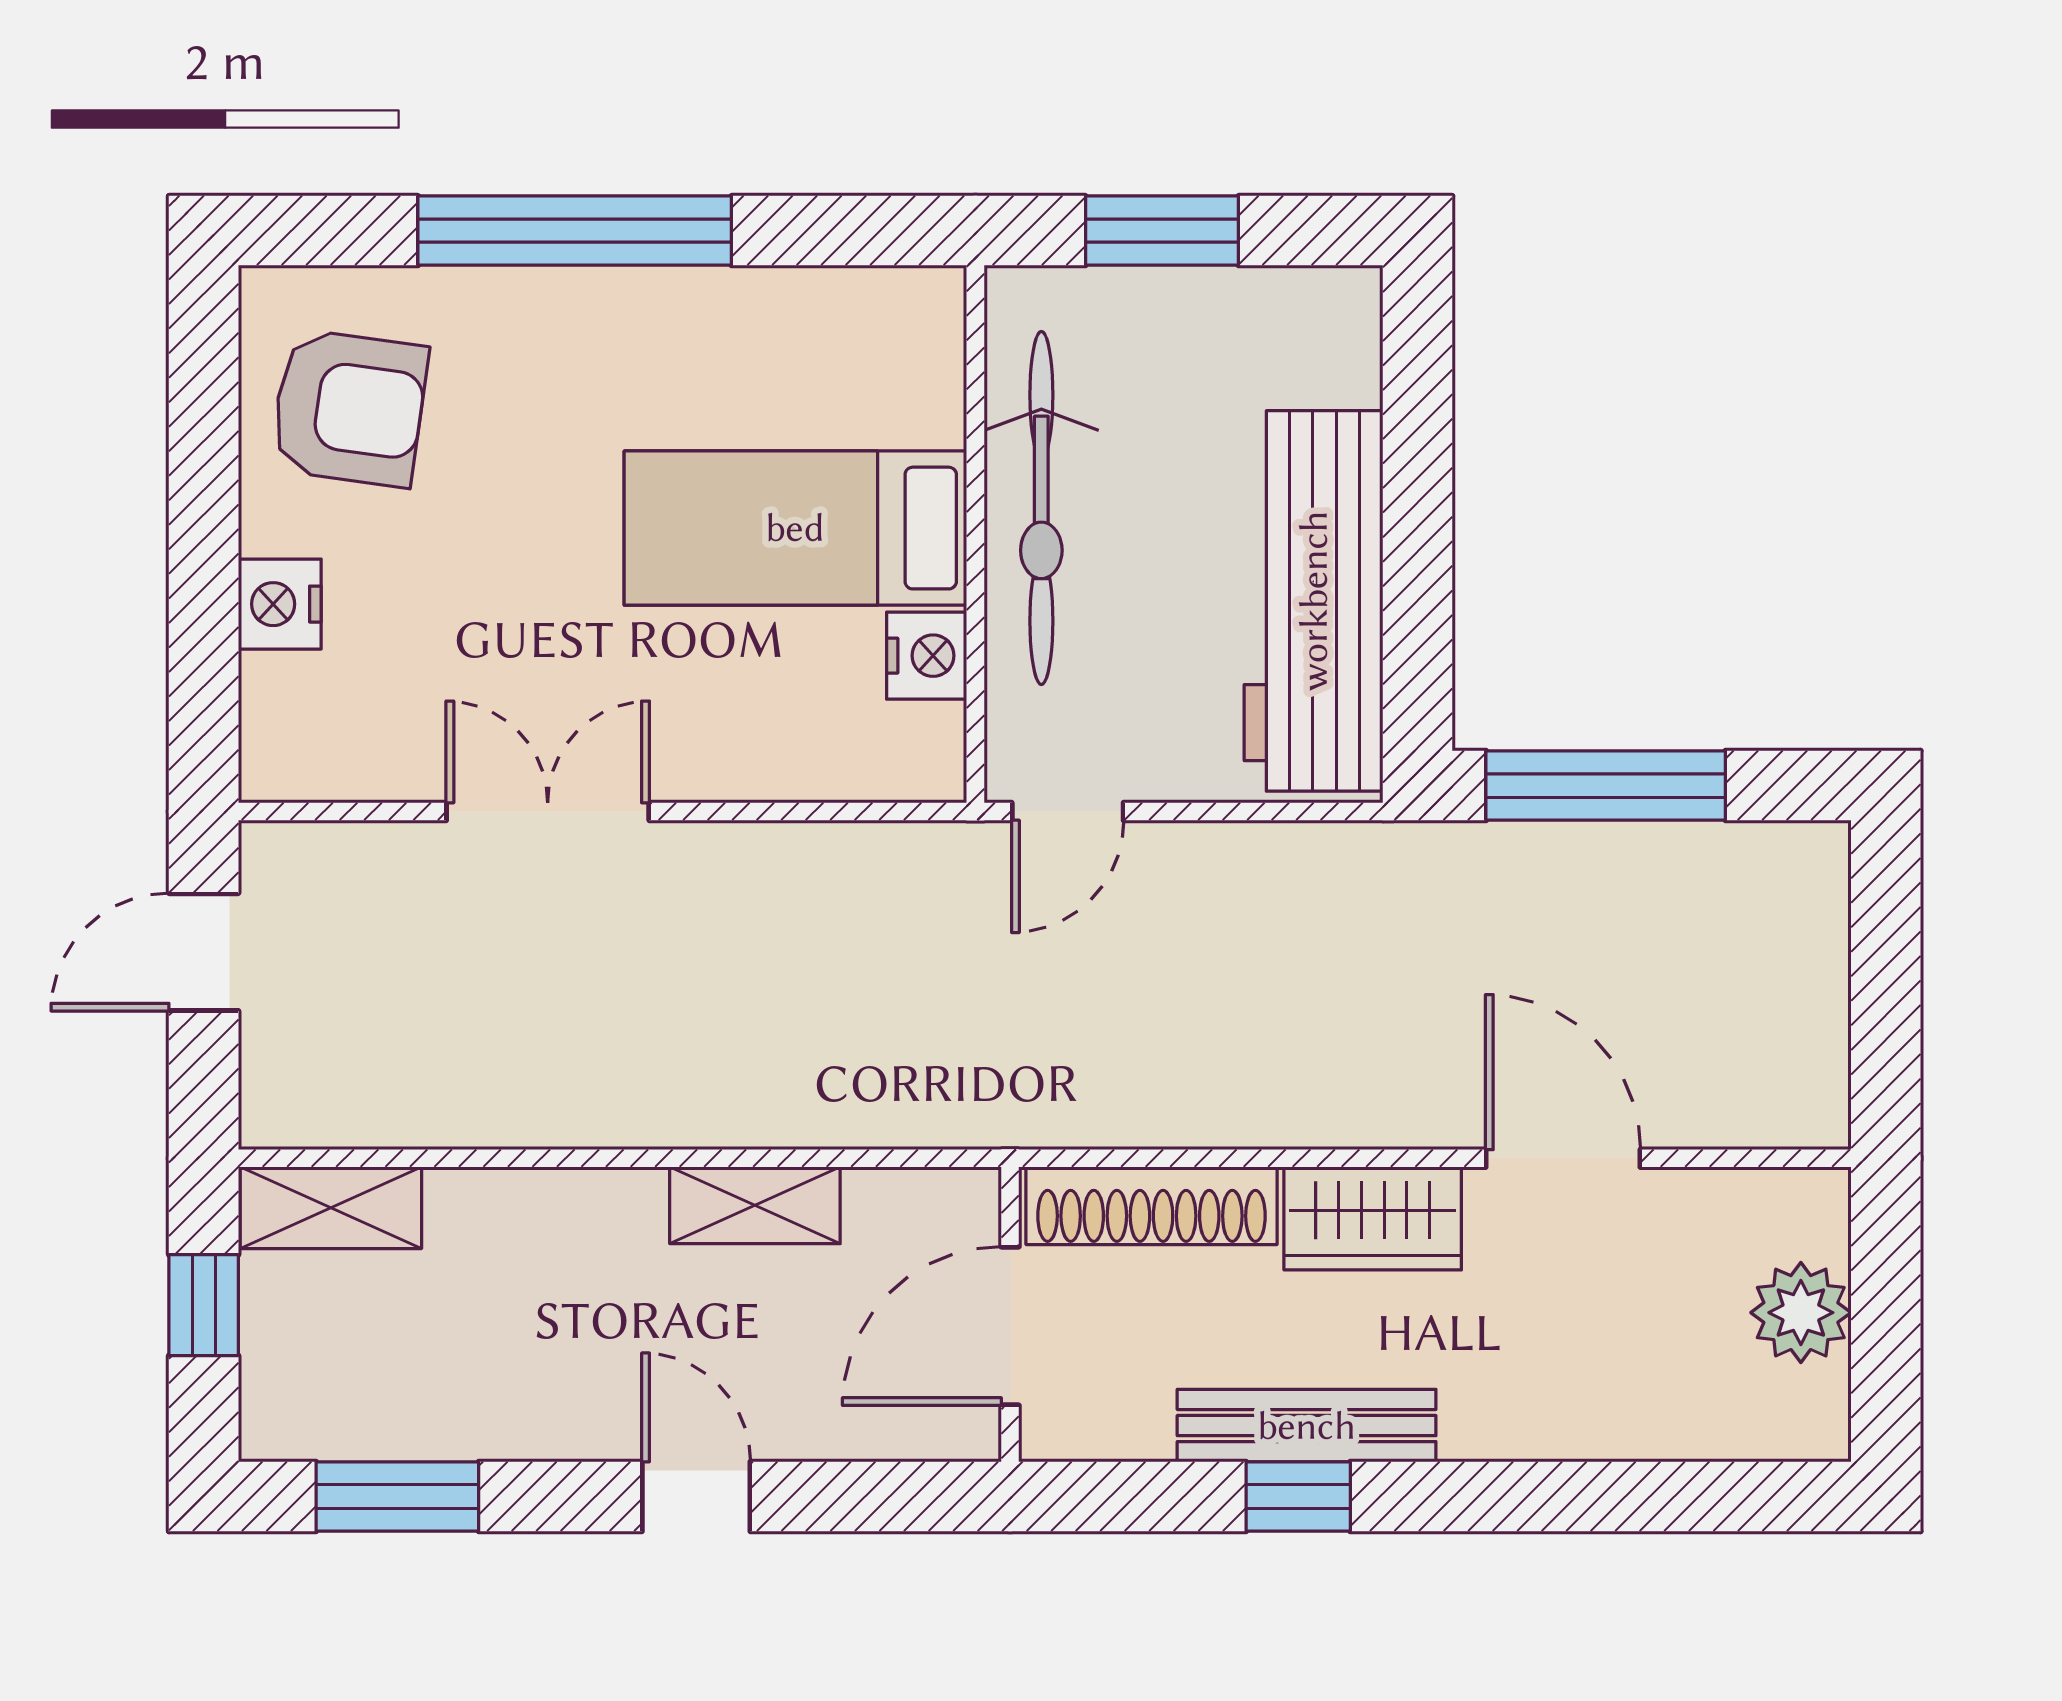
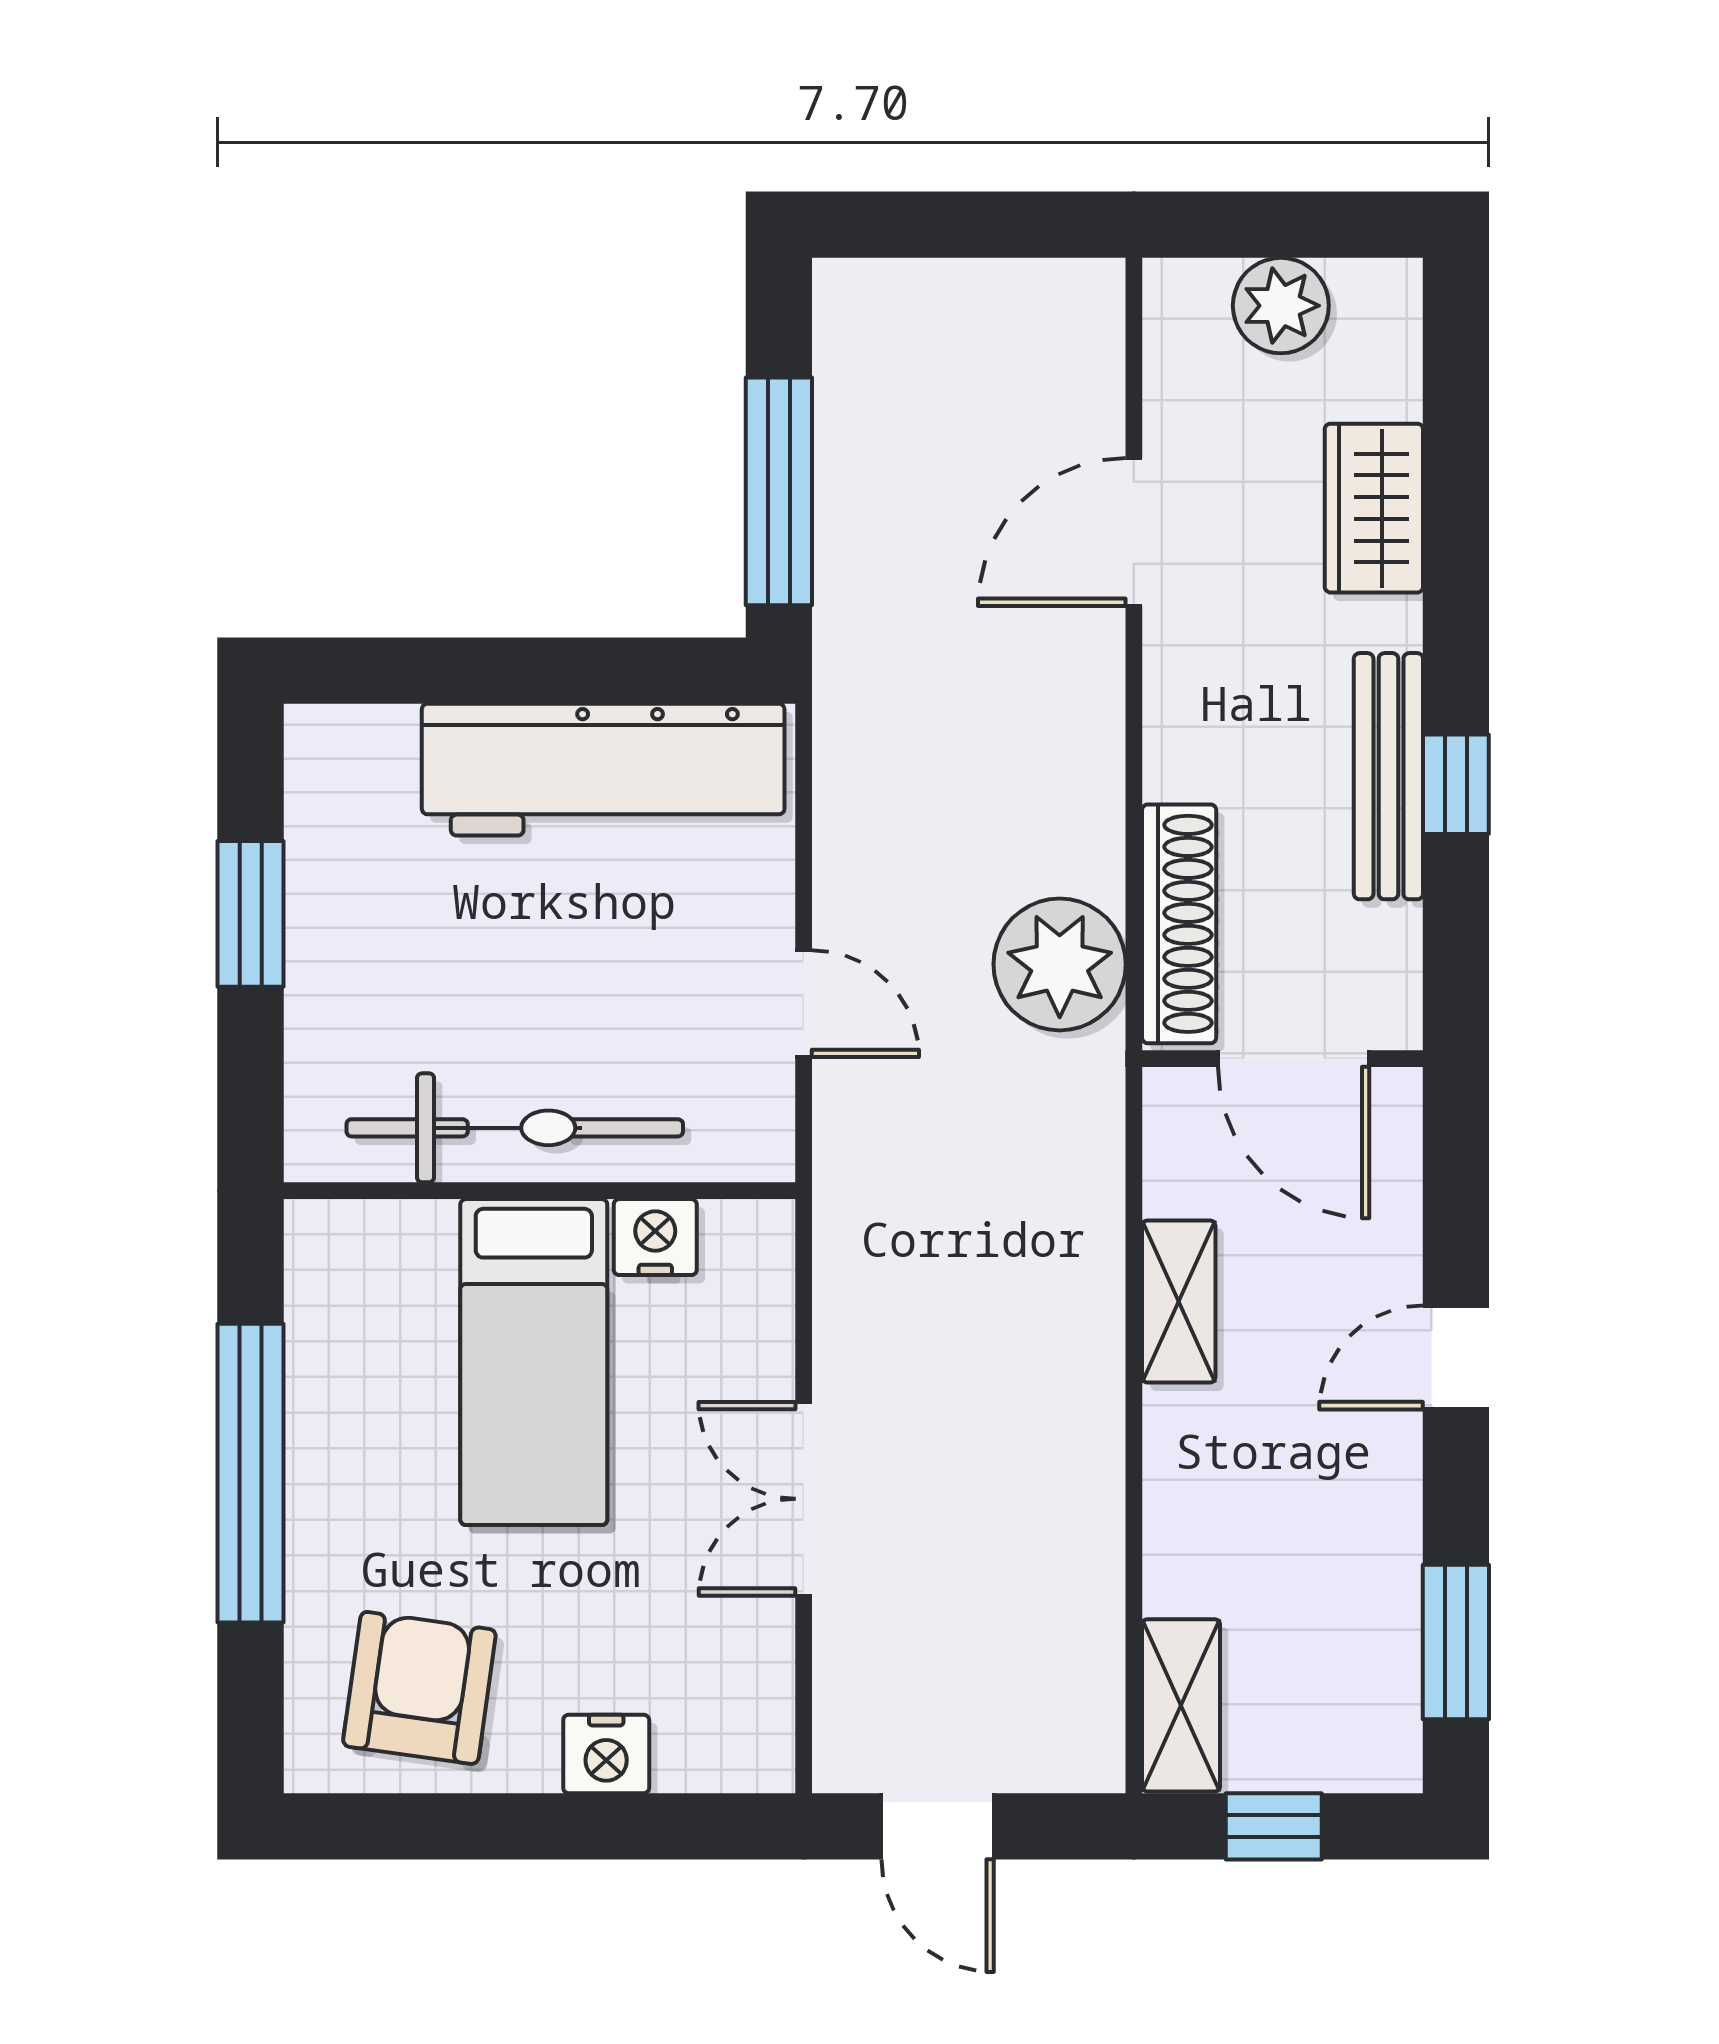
bicycle: (1041, 508) -> (515, 1128), moved
bed: (795, 528) -> (534, 1362), moved
wall: (975, 534) -> (539, 1191), moved
nightstand: (927, 656) -> (655, 1237), moved
plant: (1109, 1080) -> (1060, 964), added
wardrobe: (1373, 1218) -> (1374, 508), moved, turned 180

